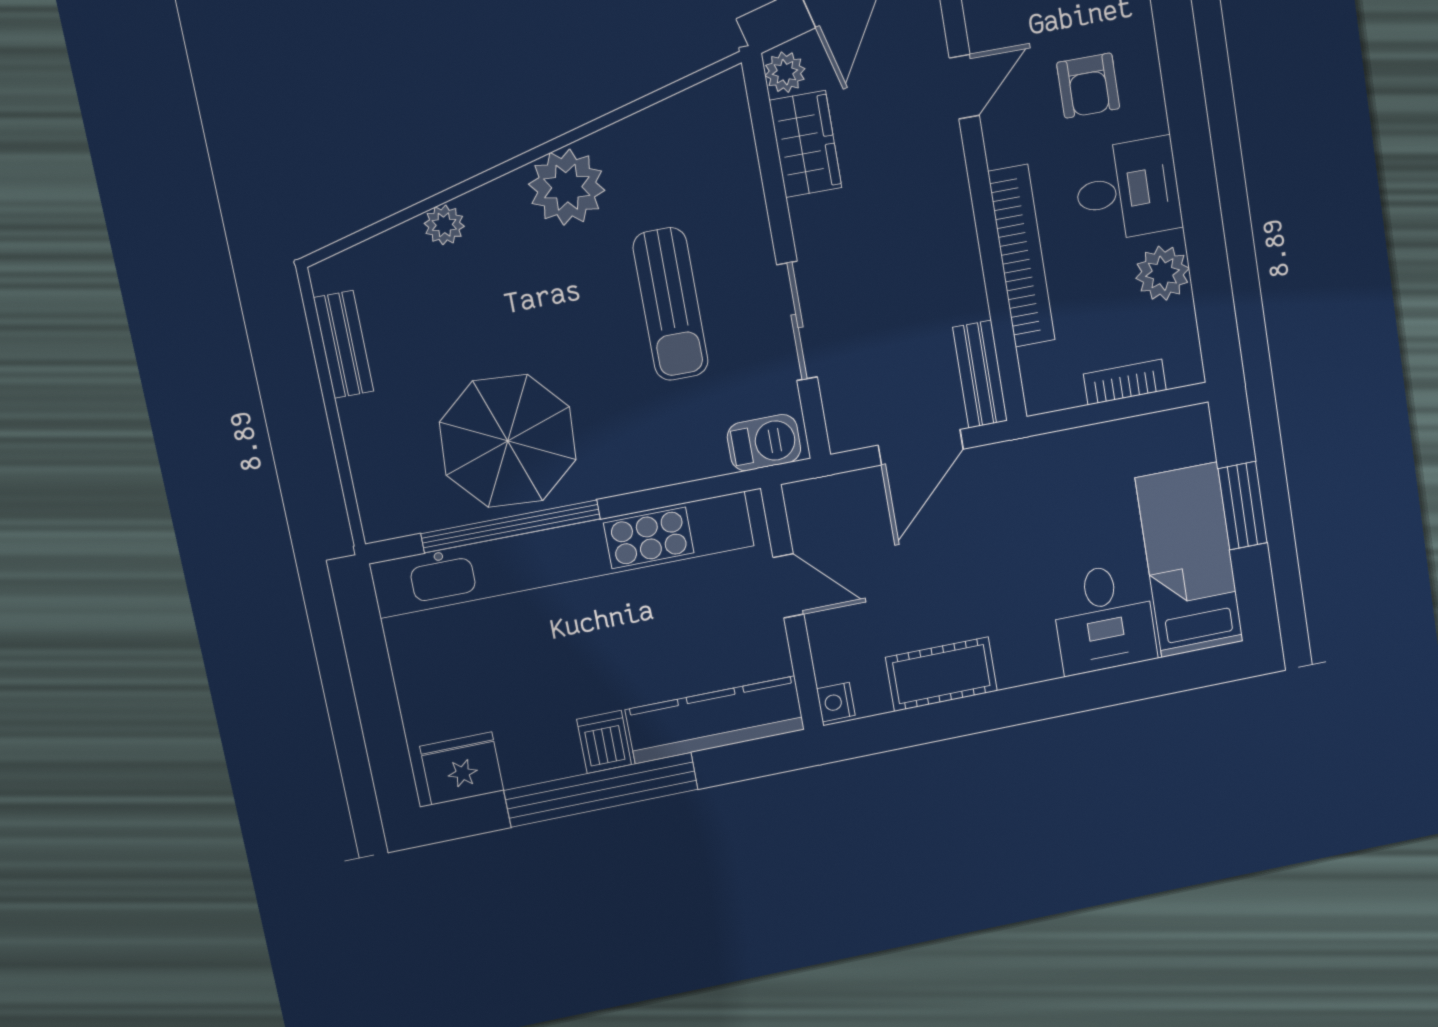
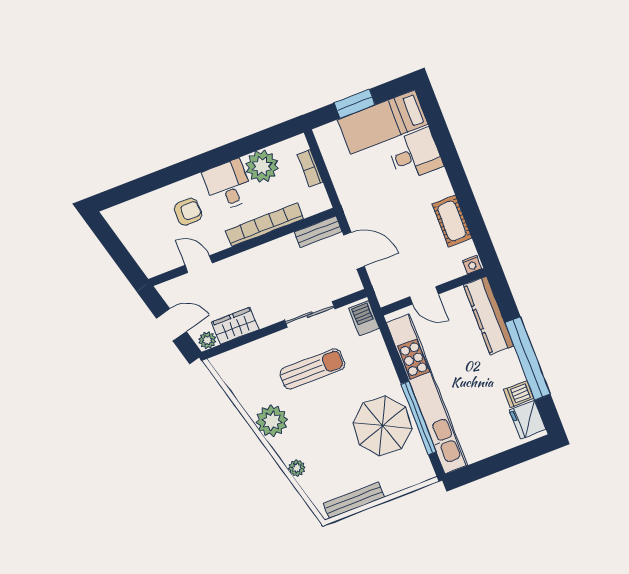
plant: (1162, 273) -> (262, 166), width x1.36, depth x1.36
bench: (344, 344) -> (354, 500), width x1.36
door: (789, 586) -> (424, 295), swing flipped
dishwasher: (604, 742) -> (519, 394), moved

